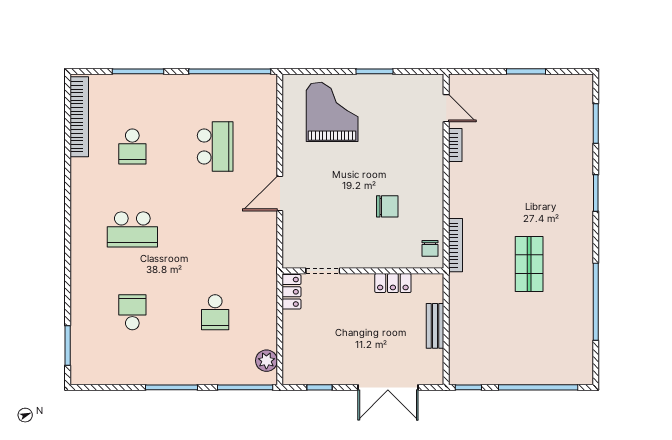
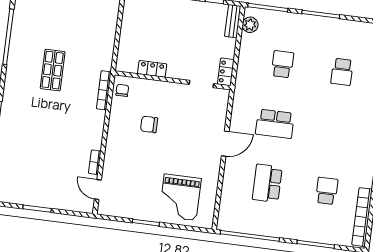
school desk: (132, 229) -> (275, 124), moved, turned 180
bench: (435, 326) -> (233, 21), moved

